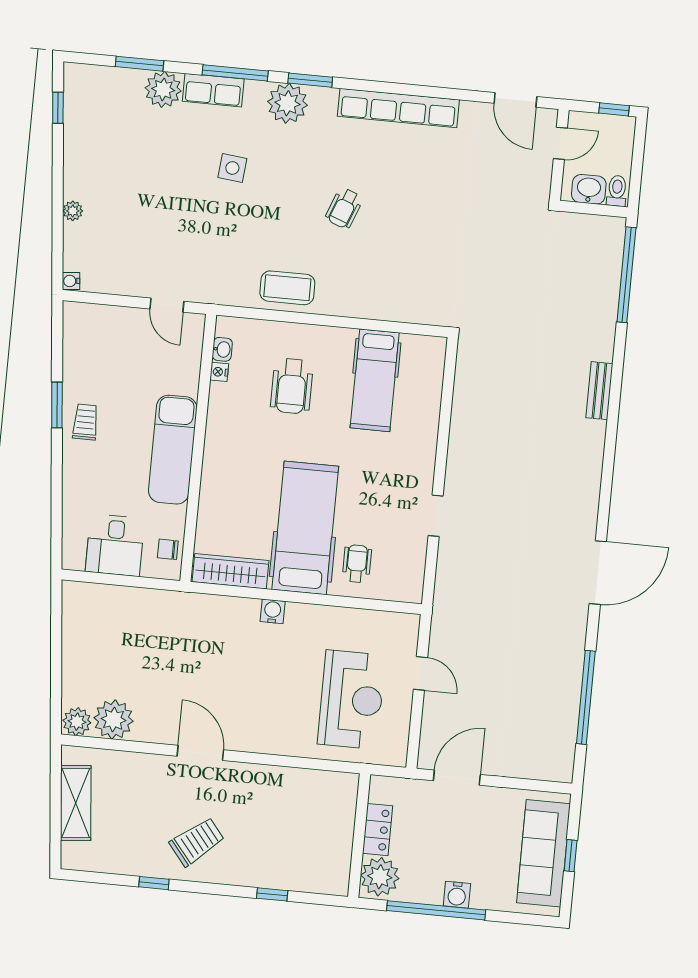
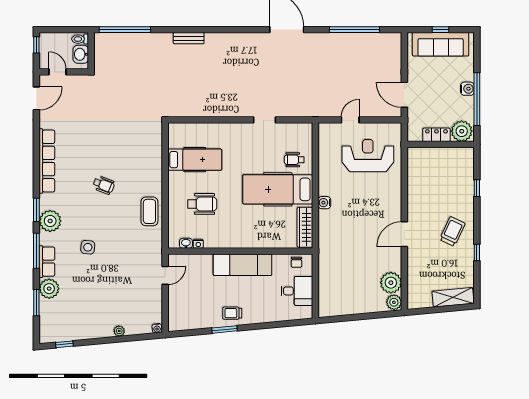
shelving: (76, 803) -> (453, 297), moved
trolley: (197, 842) -> (452, 231), turned 64

